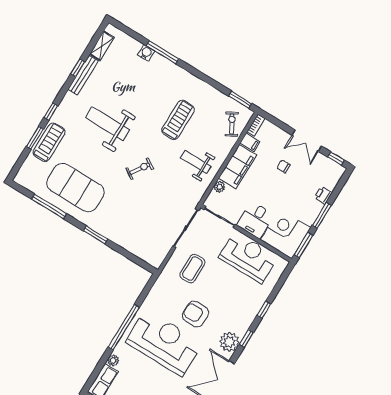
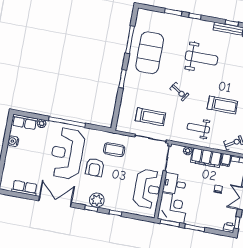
weight bench: (107, 124) -> (201, 58), turned 90
treadmill: (49, 142) -> (150, 117), moved
weight bench: (196, 162) -> (198, 128), turned -90
printer: (323, 195) -> (229, 227), moved
coffee table: (192, 269) -> (114, 150), moved
armchair: (195, 314) -> (95, 167), turned 180
plant: (229, 342) -> (97, 200), moved
reception desk: (164, 343) -> (67, 153), turned 180

